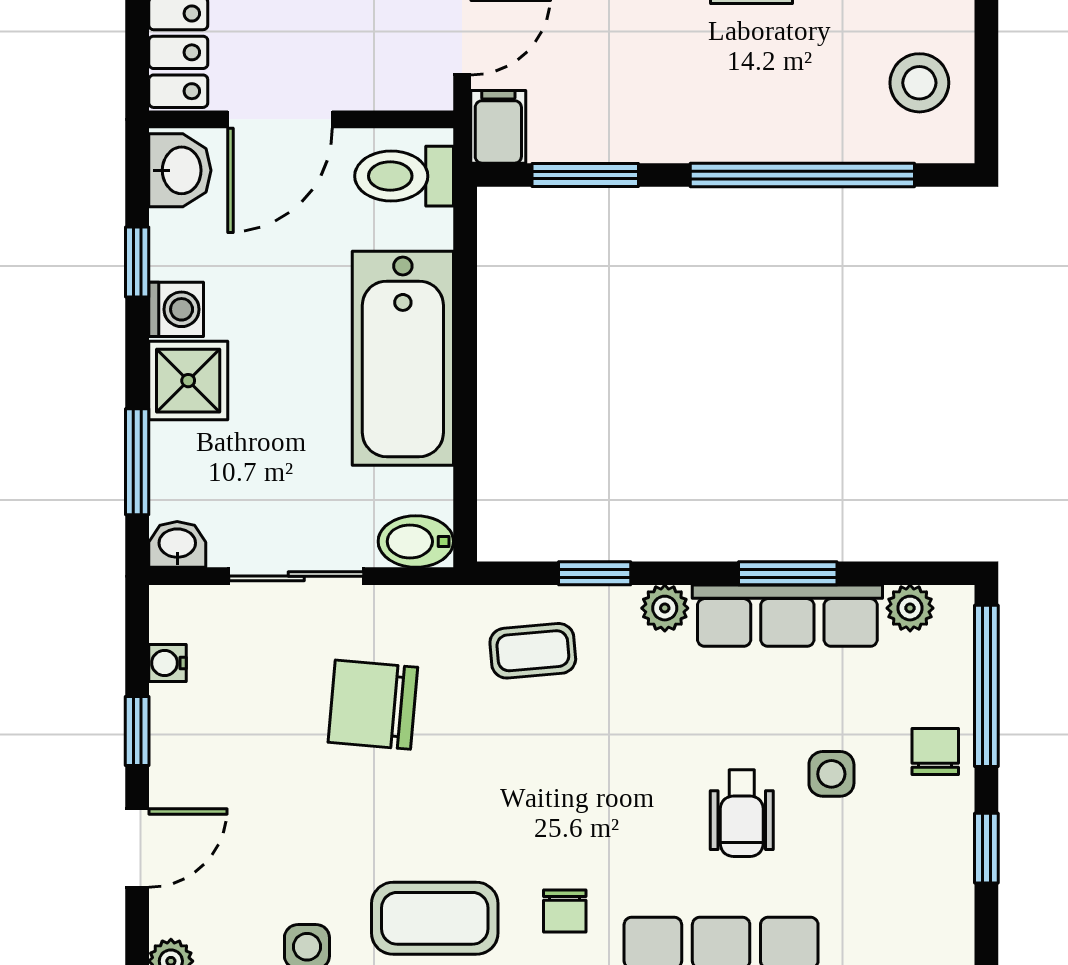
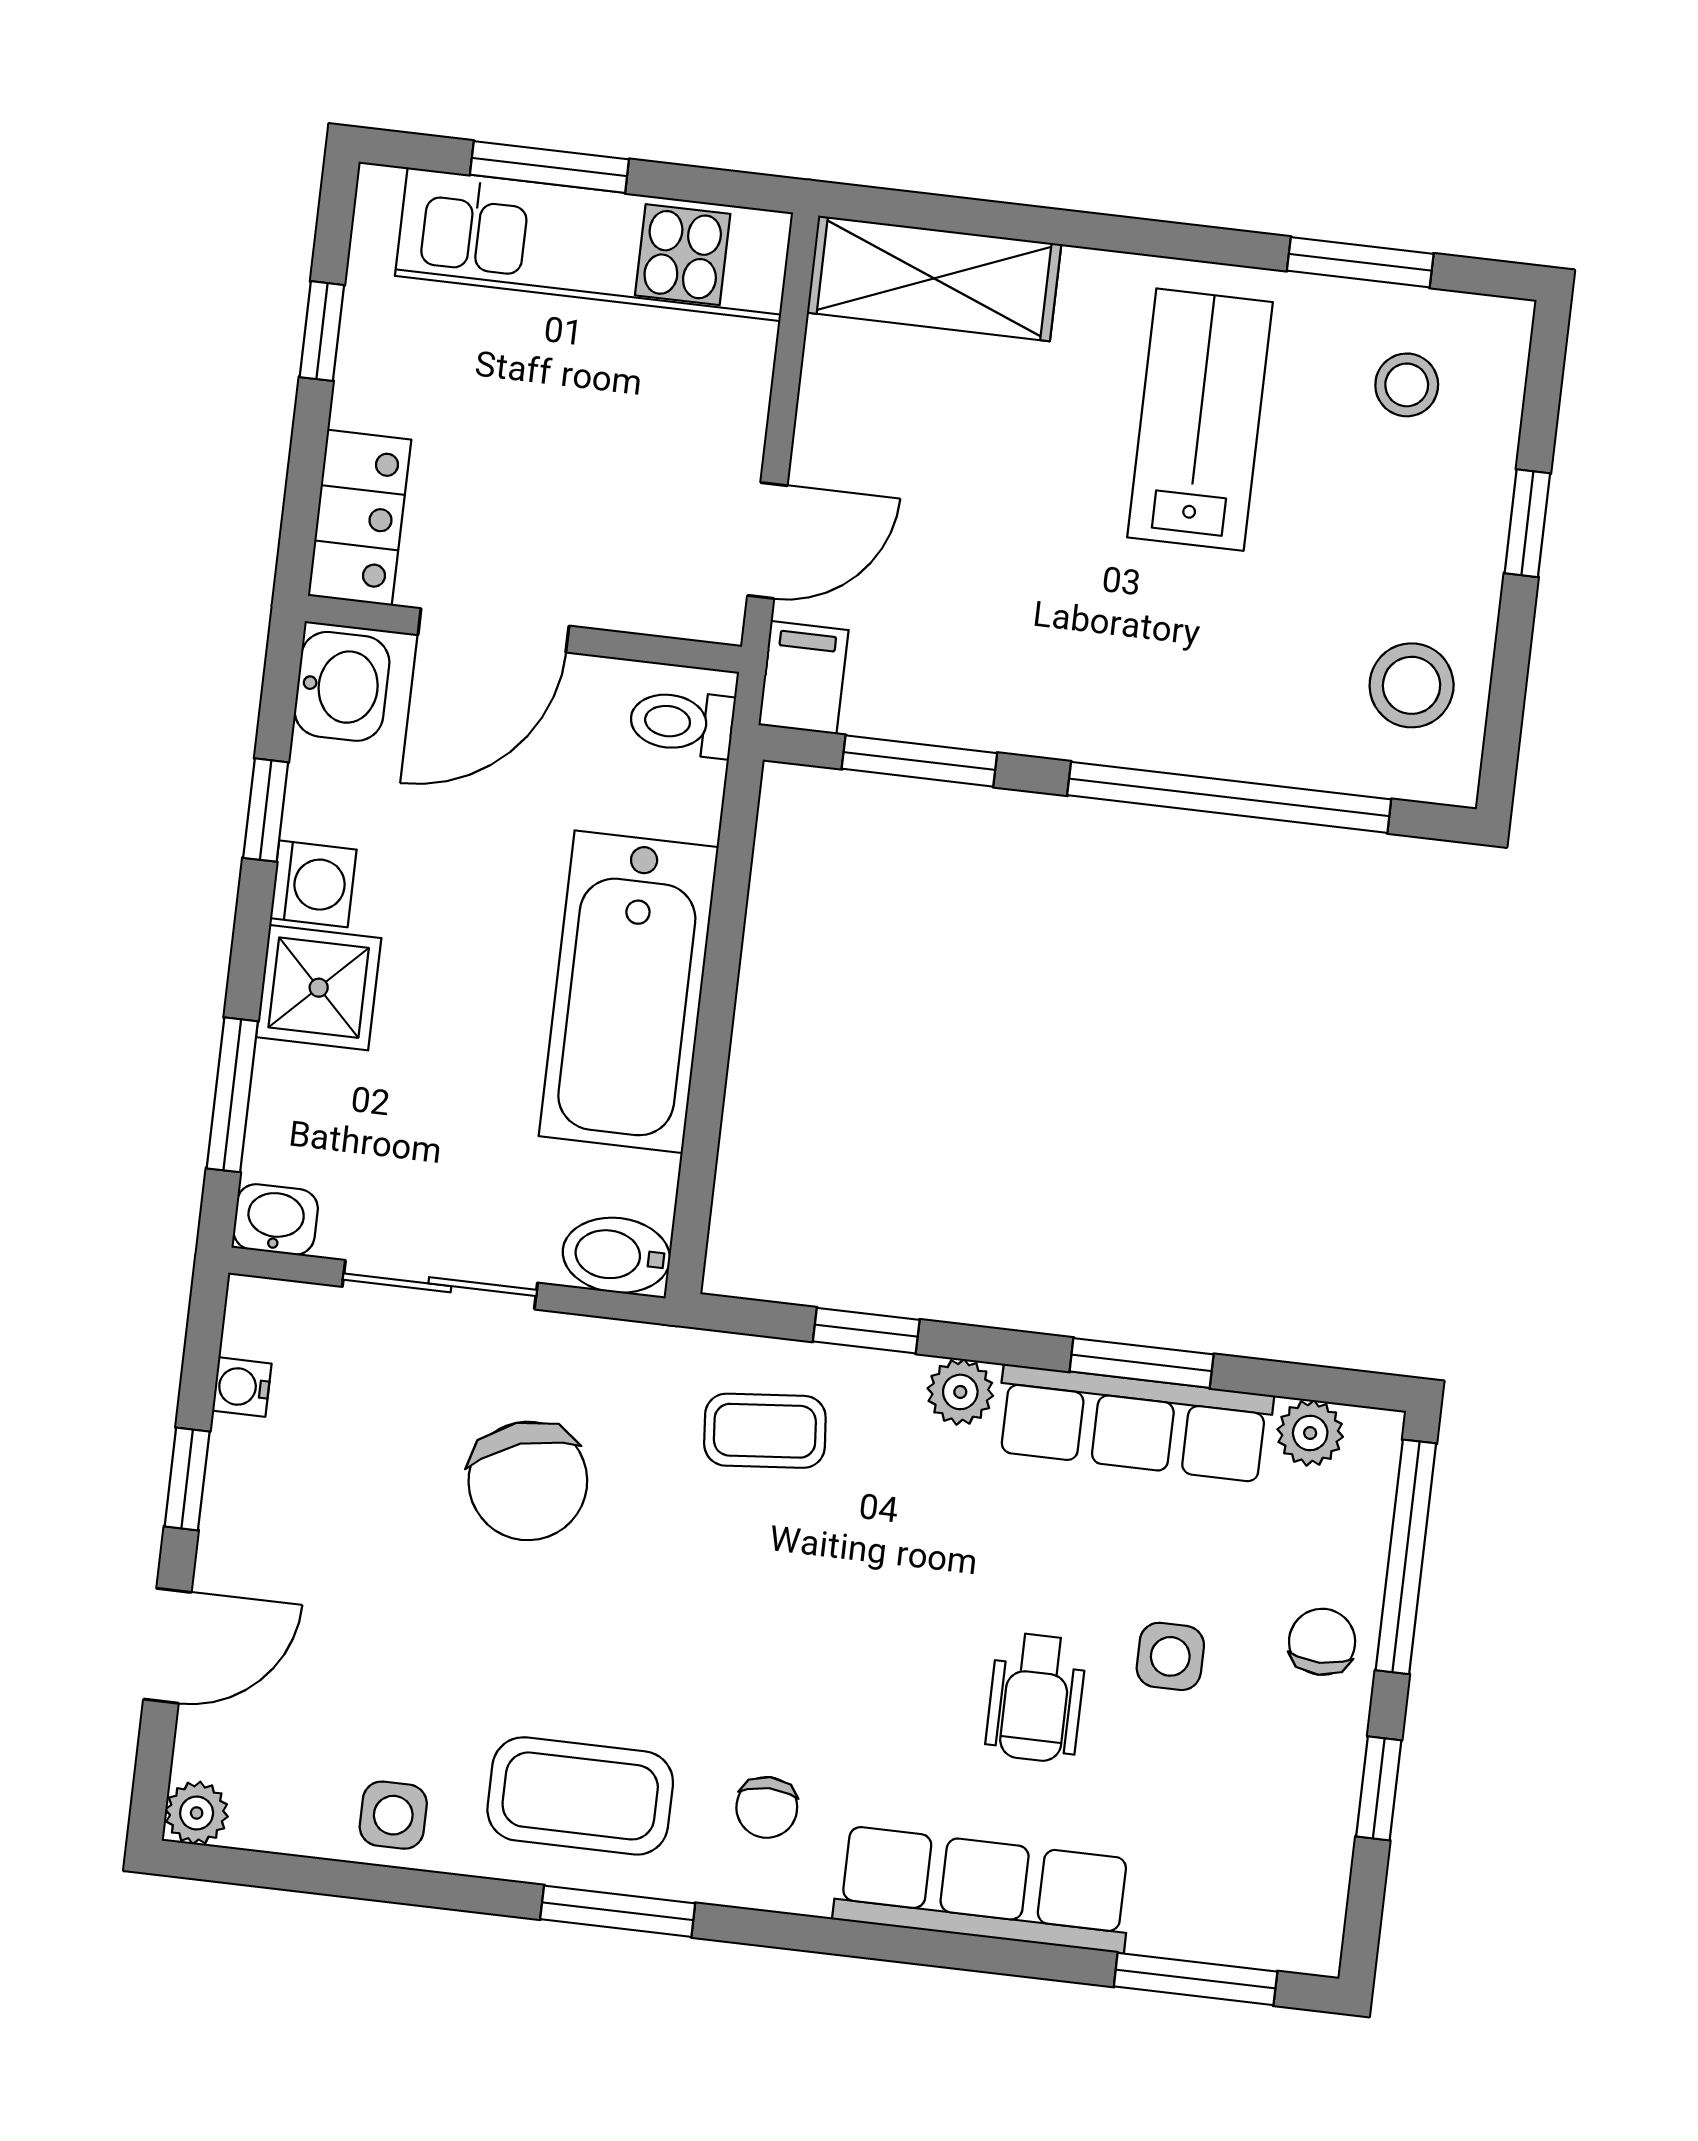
toilet: (404, 176) -> (682, 723), width x0.73, depth x0.72
chair: (373, 705) -> (528, 1481), turned -113

